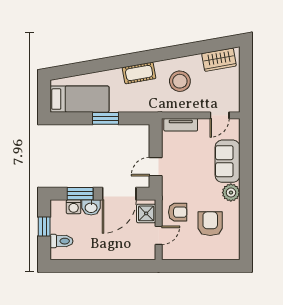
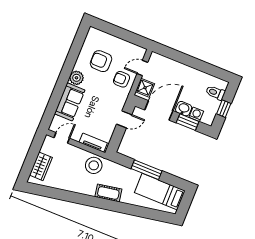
wardrobe: (219, 60) -> (41, 166), moved, turned 100
stool: (180, 81) -> (94, 165), moved
window: (106, 118) -> (146, 170), width x1.44
armchair: (210, 224) -> (101, 61), turned 90

